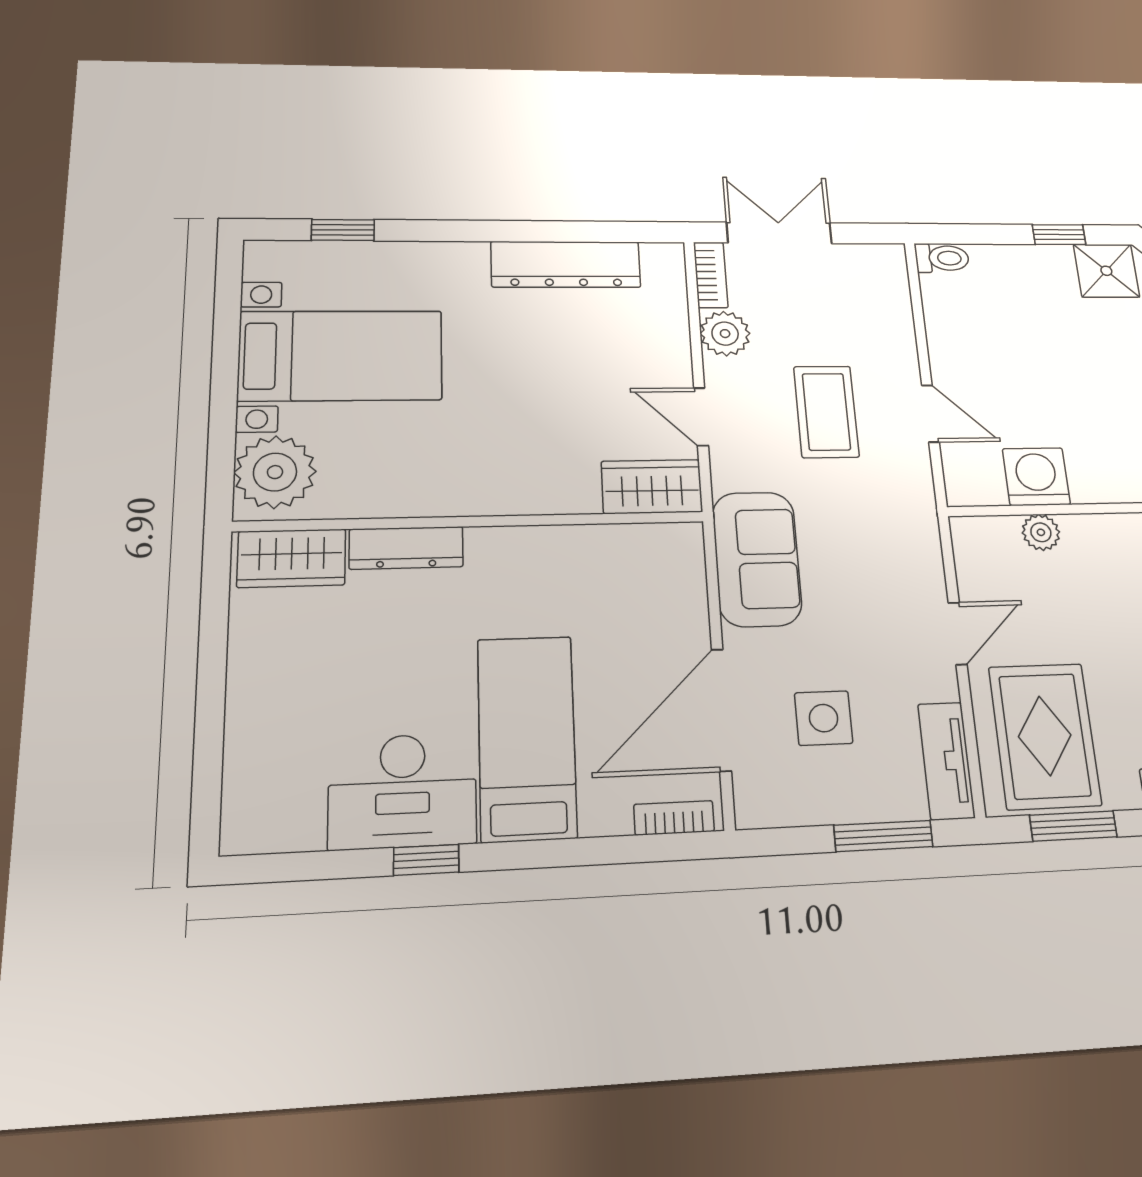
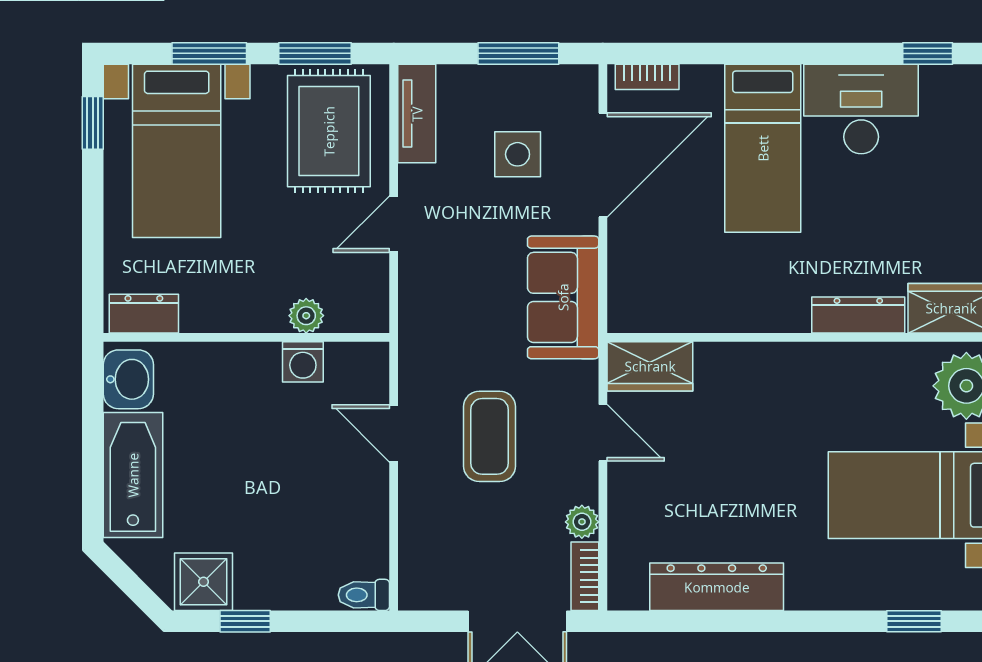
plant: (725, 334) -> (582, 522), width x0.73, depth x0.73
washing machine: (1036, 477) -> (303, 362), width x0.73, depth x0.73
window: (883, 836) -> (518, 53), moved
window: (426, 860) -> (928, 53), moved

